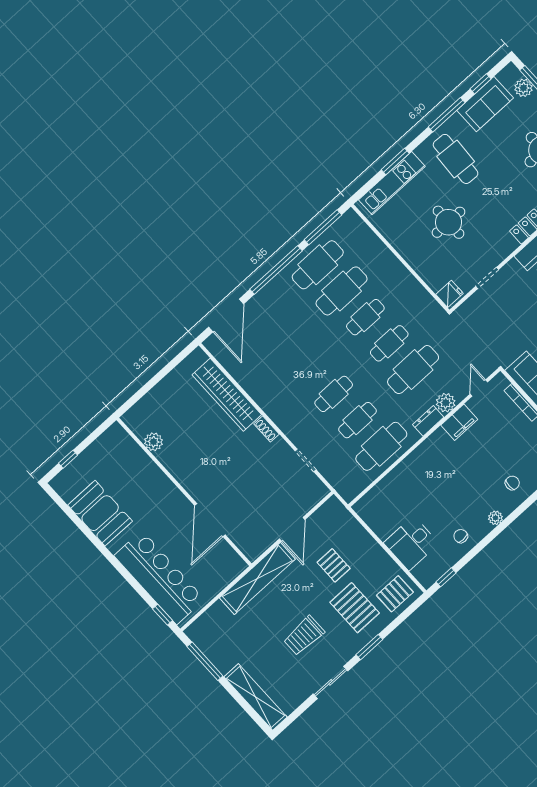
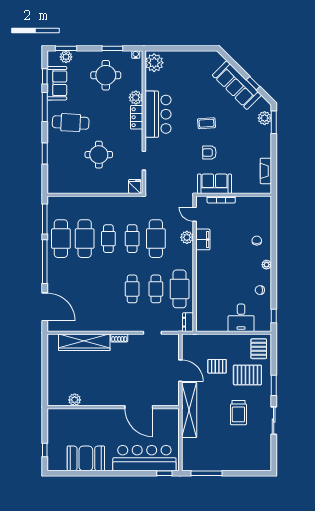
kitchen unit: (392, 183) -> (54, 165), removed
dresser: (428, 421) -> (188, 322), moved
shelving: (256, 697) -> (247, 464), removed

